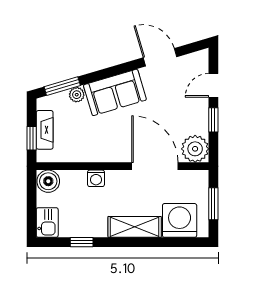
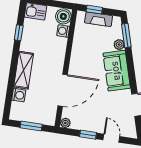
plant: (195, 149) -> (65, 123), width x0.53, depth x0.53
washing machine: (96, 178) -> (63, 31), moved
washing machine: (180, 220) -> (19, 95), width x0.53, depth x0.53

